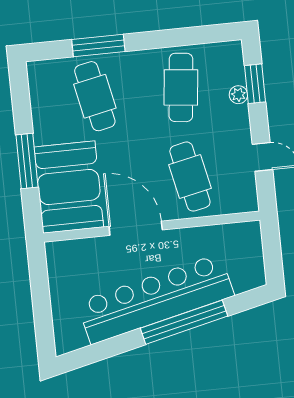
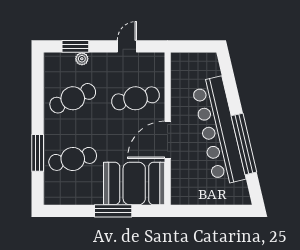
cafe table: (181, 87) -> (73, 98), turned -30
window: (184, 322) -> (244, 144), moved

